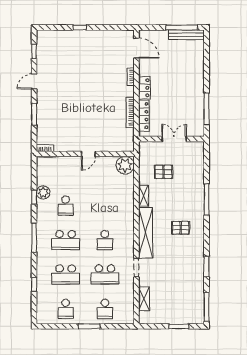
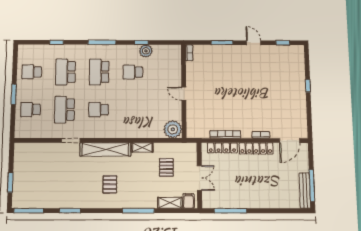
locker: (144, 88) -> (256, 148), width x1.53
filing cabinet: (197, 150) -> (189, 201), added
shelving: (144, 299) -> (170, 203), moved

